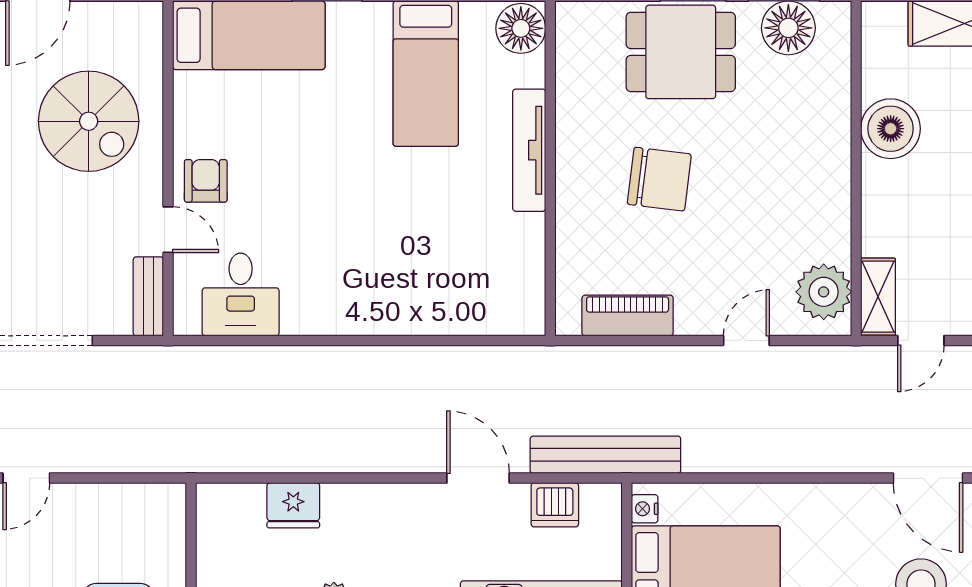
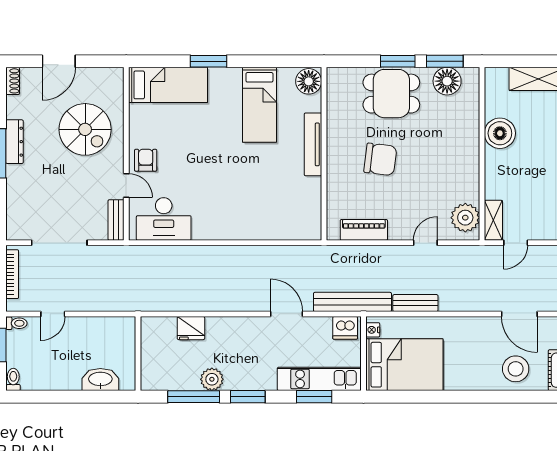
desk: (241, 294) -> (164, 219), width x1.37
bench: (727, 457) -> (415, 303), added
dishwasher: (555, 505) -> (345, 328), moved

